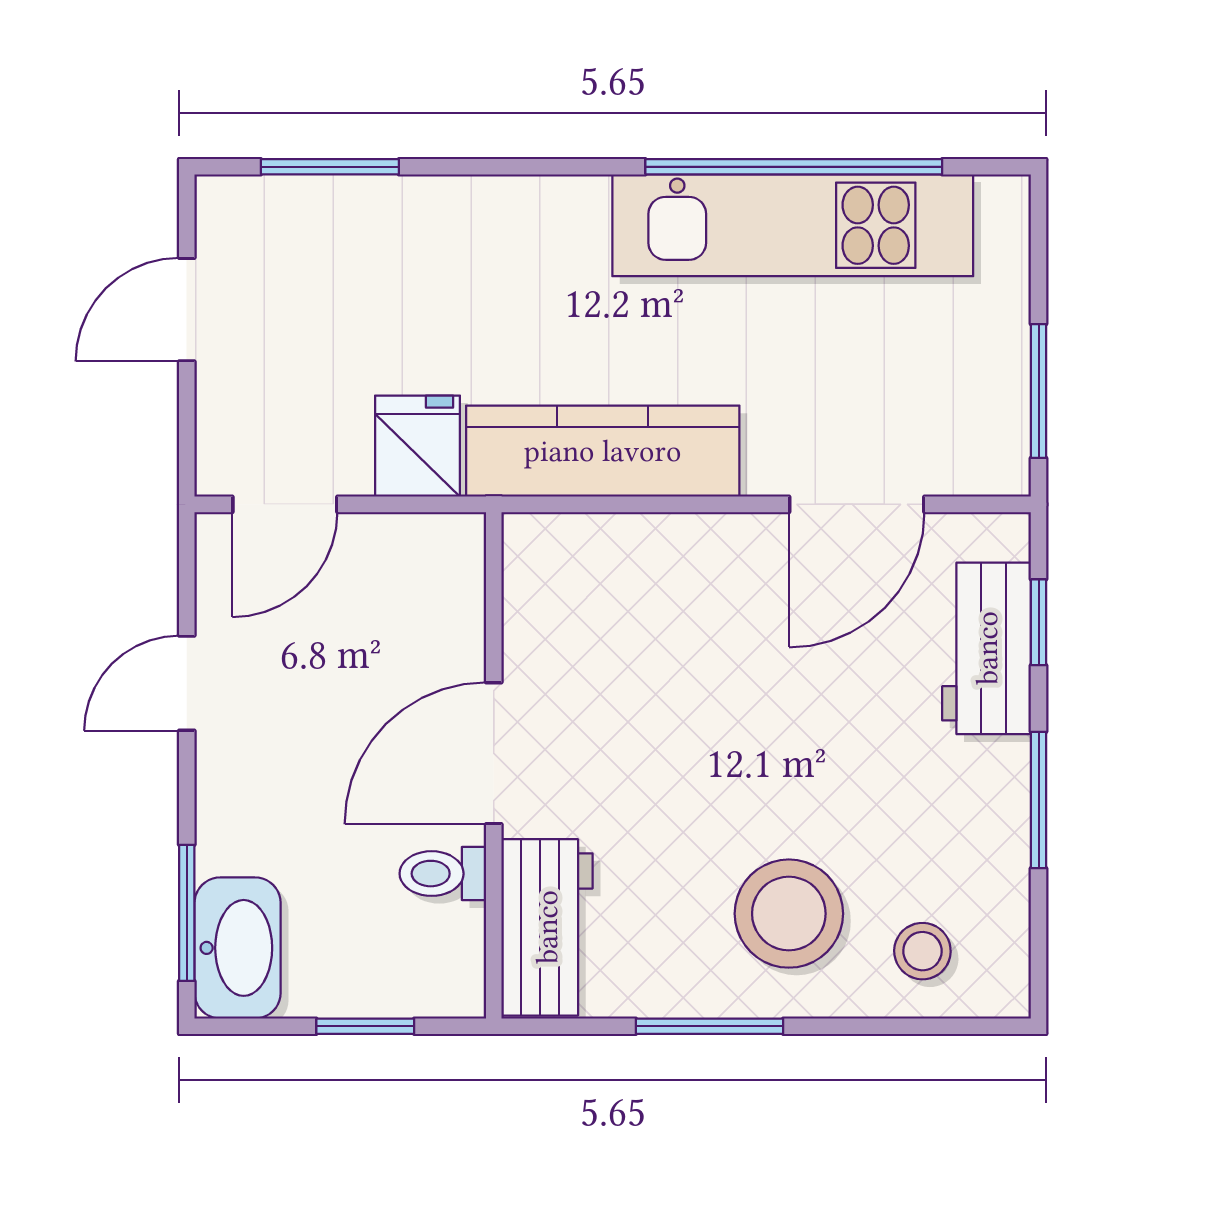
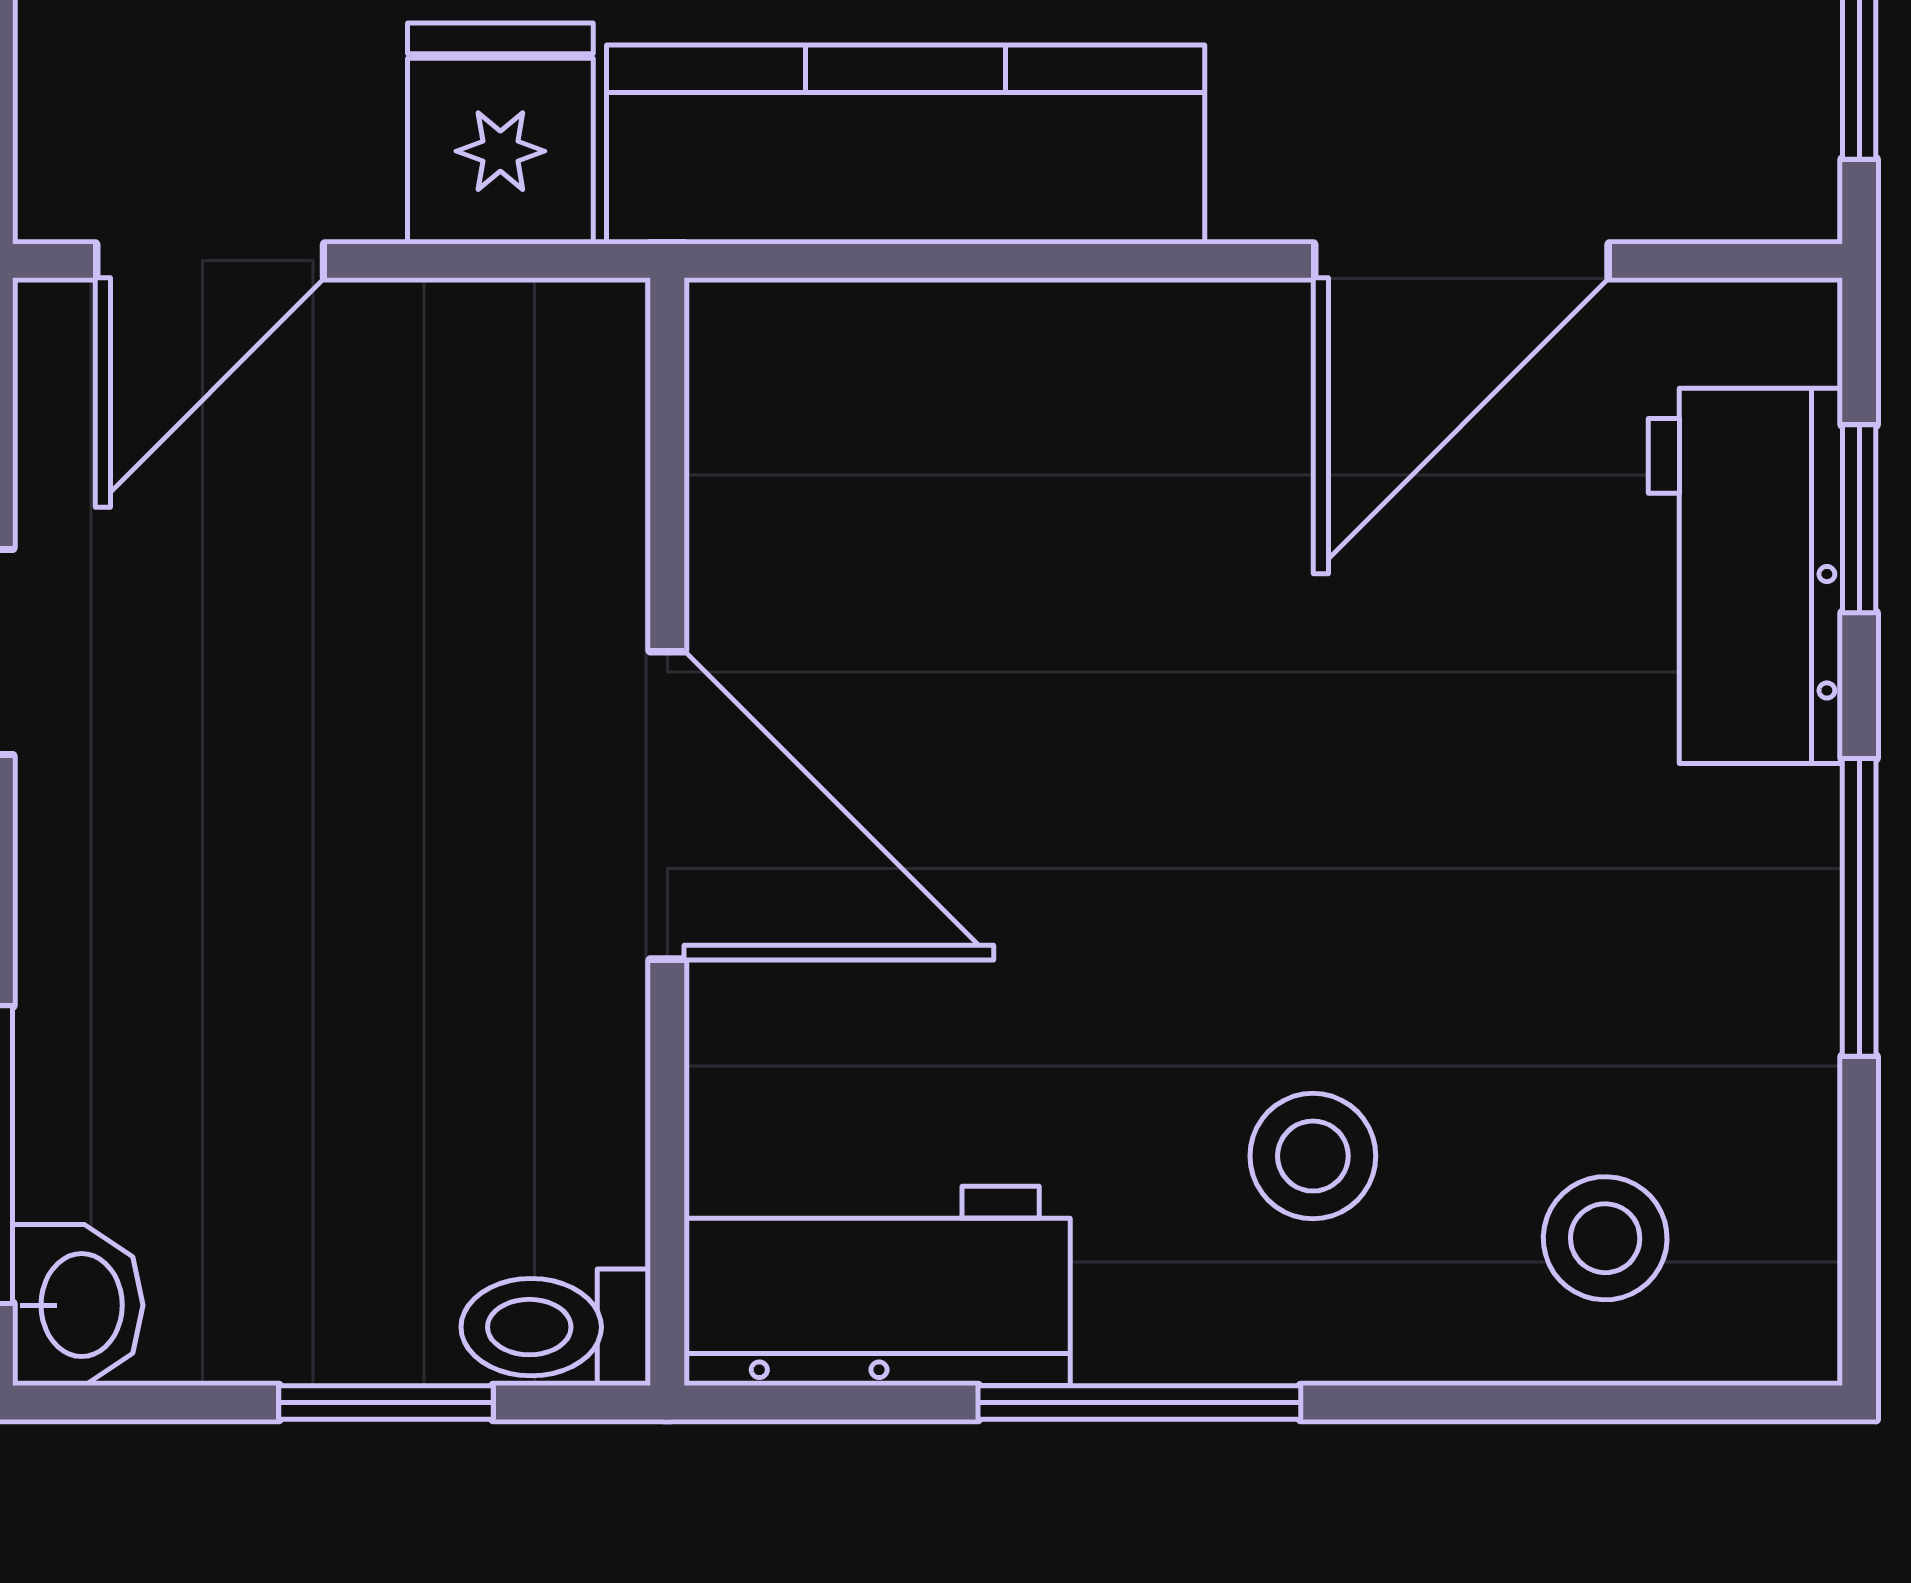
door: (494, 753) -> (667, 805), swing flipped
toilet: (443, 874) -> (556, 1327), moved
stool: (789, 914) -> (1313, 1156), width x0.53, depth x0.53
workbench: (547, 927) -> (877, 1286), moved, turned -90
washbasin: (238, 948) -> (78, 1305), width x0.52, depth x0.69

